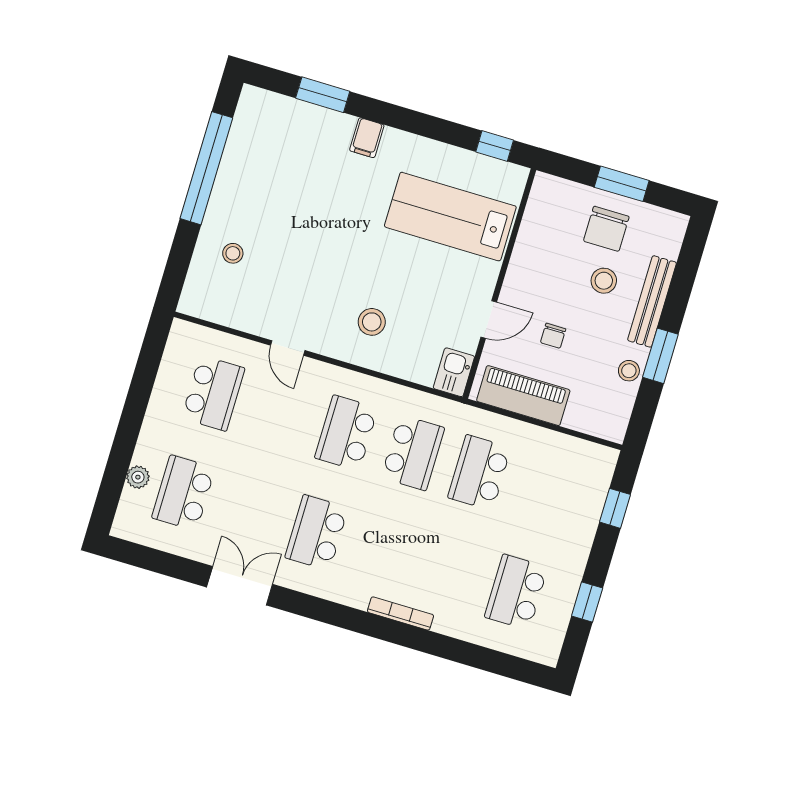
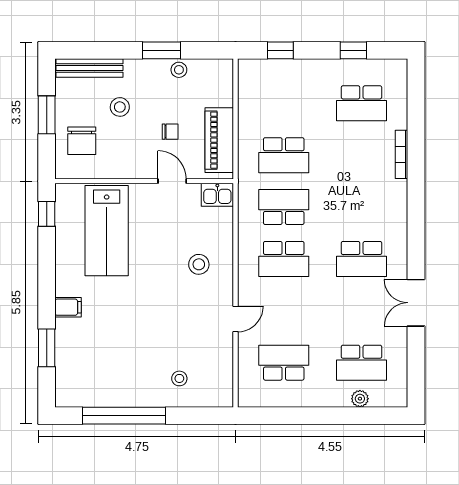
chair: (606, 229) -> (82, 141), moved, turned 90
bench: (652, 301) -> (89, 68), moved
bookcase: (400, 613) -> (401, 154), moved

